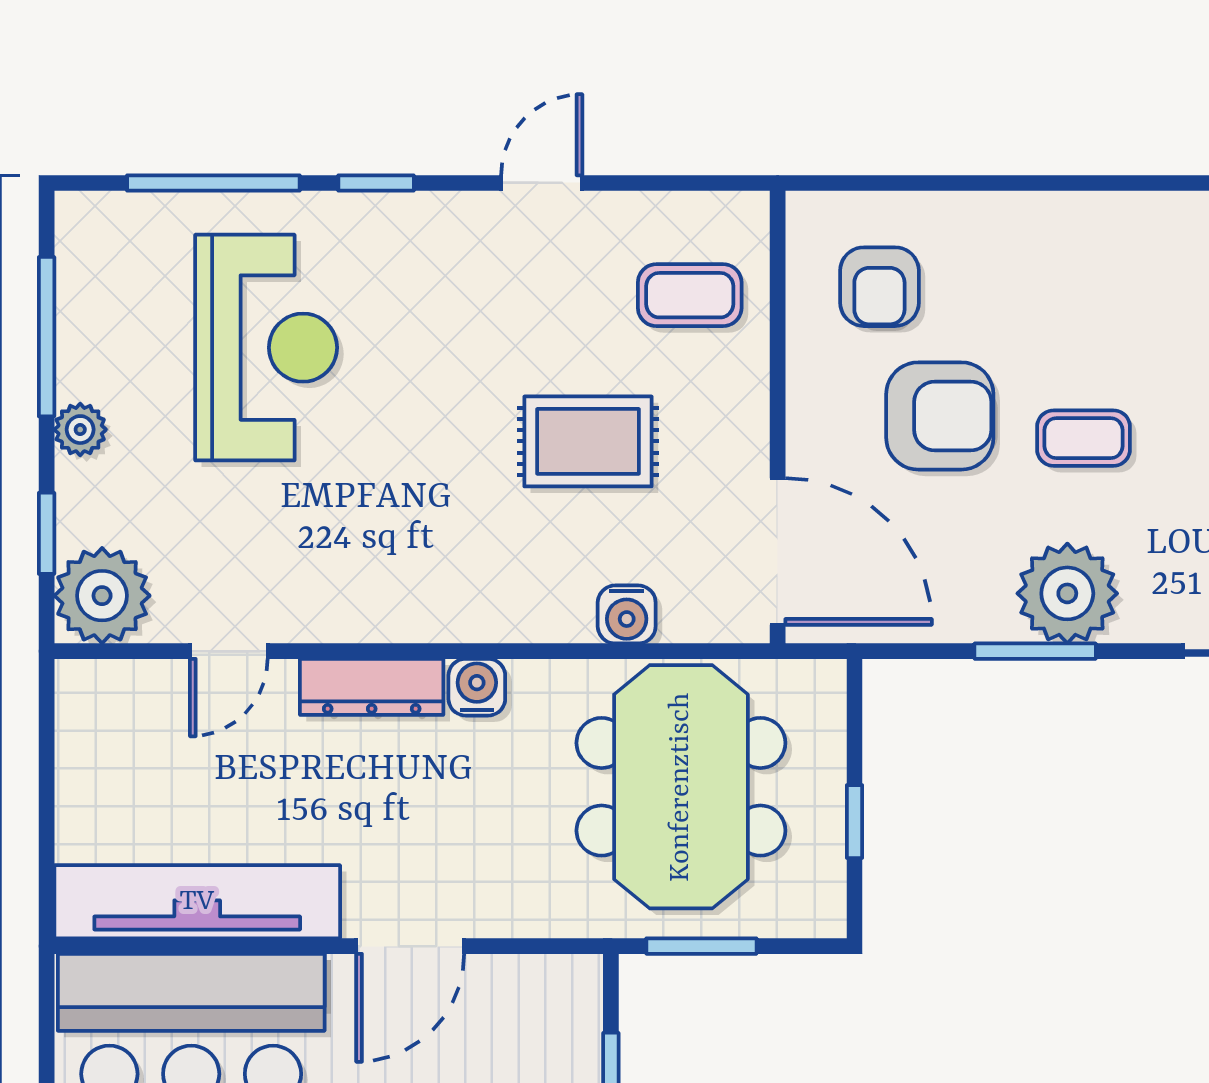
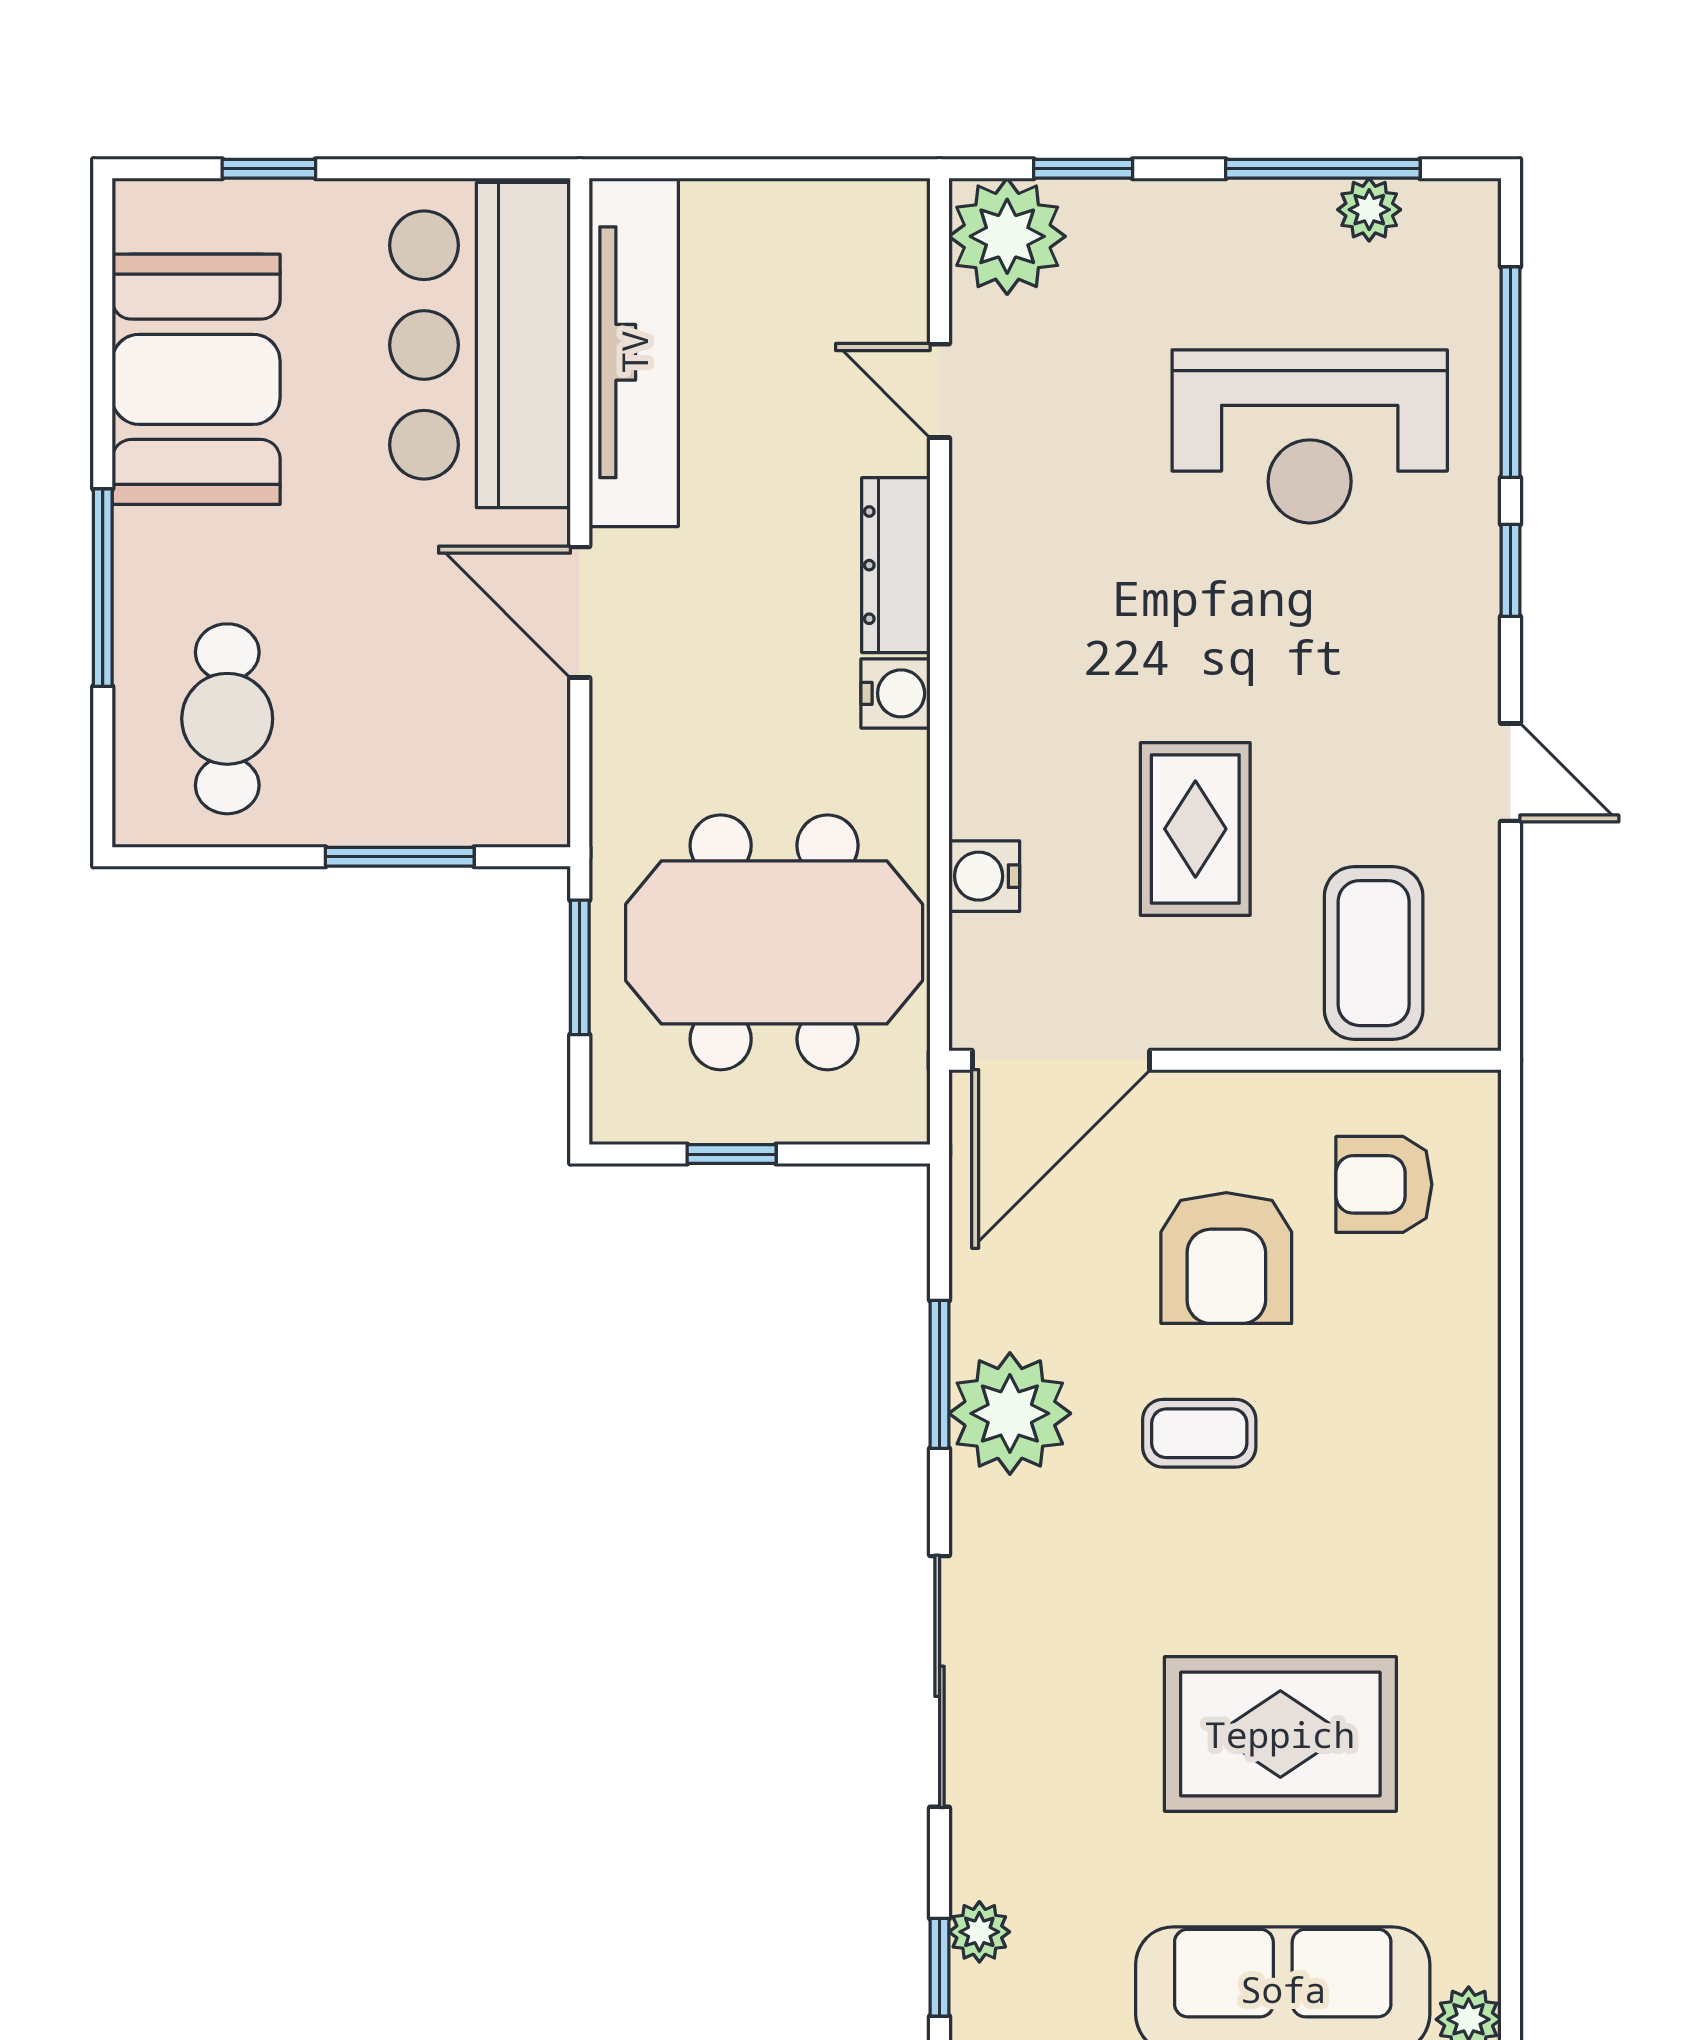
coffee table: (690, 295) -> (1374, 953), width x1.36, depth x1.30
plant: (80, 430) -> (1369, 210), moved
coffee table: (1083, 438) -> (1199, 1433), turned 90

